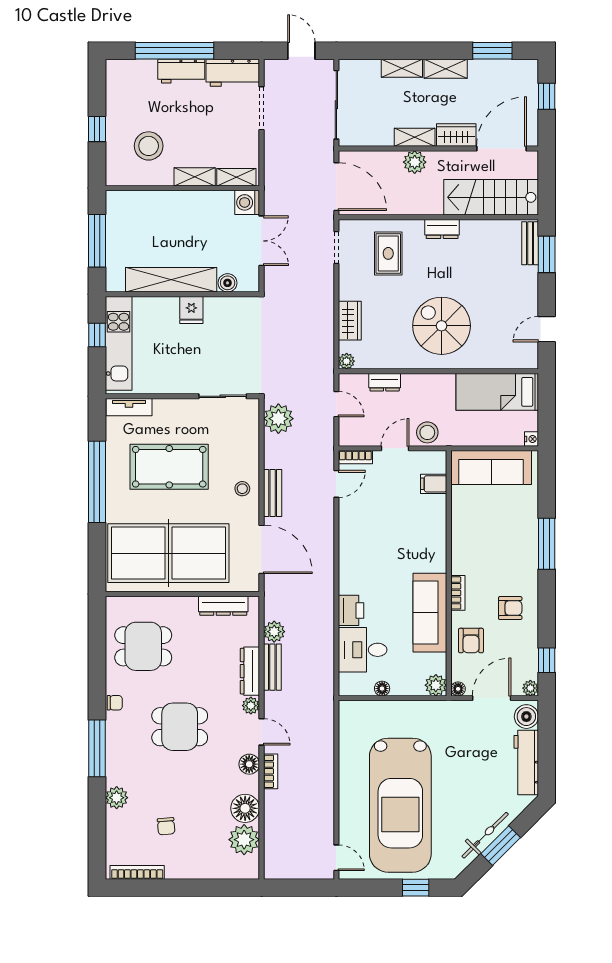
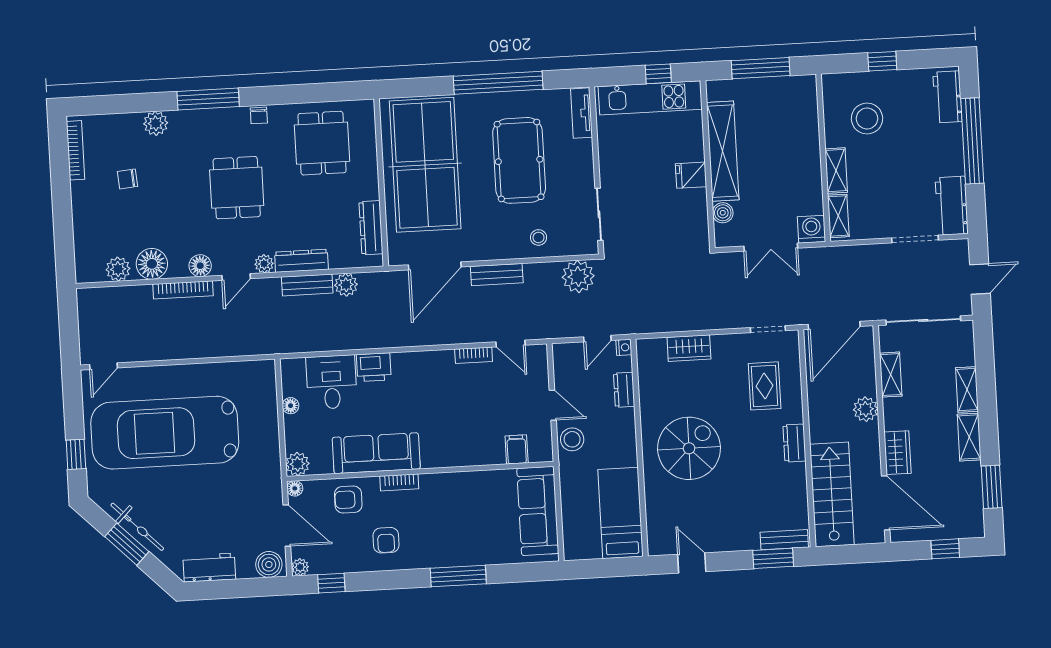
workbench: (181, 71) -> (948, 97), moved
shelving: (415, 137) -> (891, 375), moved
rug: (388, 253) -> (765, 386), turned 90
plant: (347, 361) -> (645, 347), removed
nightstand: (531, 439) -> (624, 347), moved, turned -90
bookcase: (355, 457) -> (474, 355), moved, turned -90
stool: (242, 489) -> (538, 237), moved
workbench: (526, 762) -> (209, 568), width x0.73
bookcase: (271, 771) -> (183, 290), width x1.56
plant: (244, 840) -> (118, 269), width x0.73, depth x0.73

